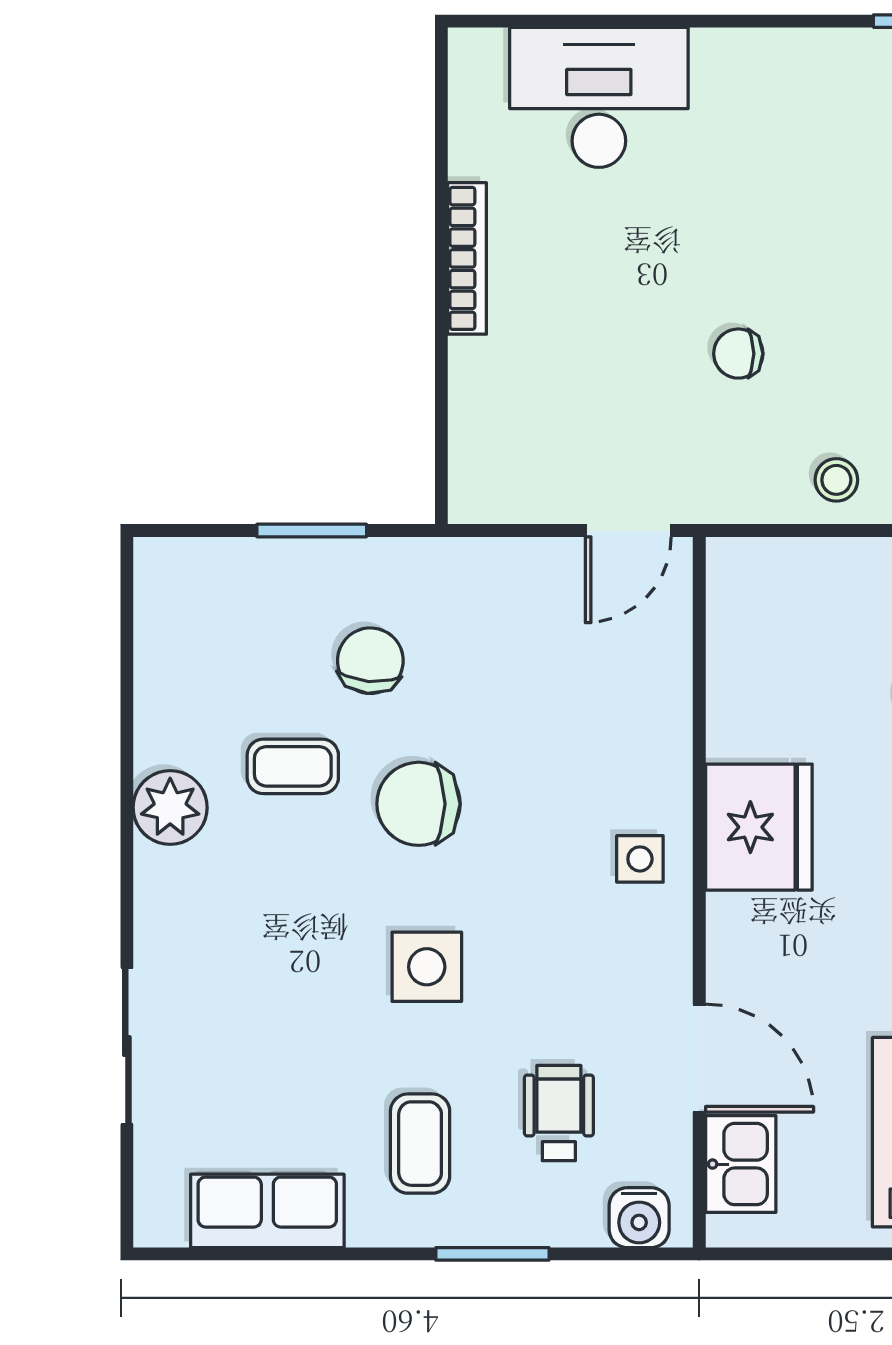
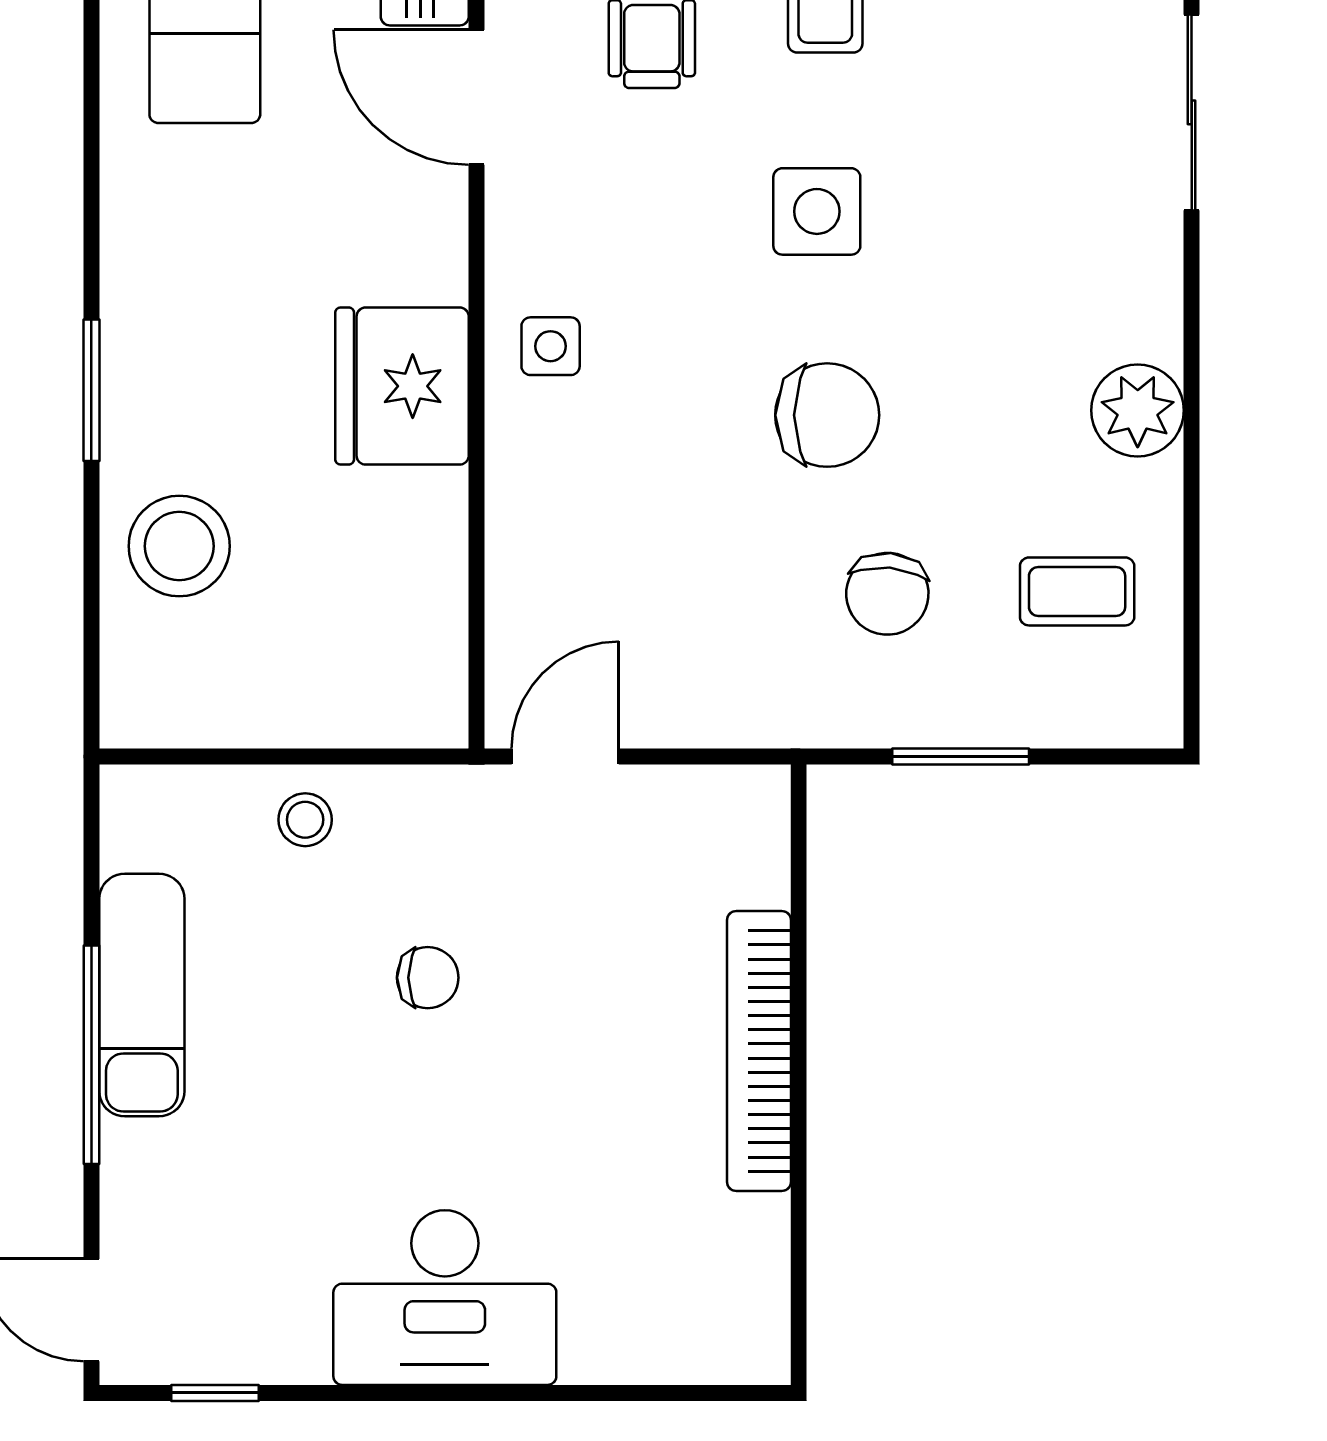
desk: (599, 97) -> (445, 1298), moved
bookcase: (467, 258) -> (759, 1051), width x1.48, depth x1.31
coffee table: (293, 766) -> (1077, 591), moved

